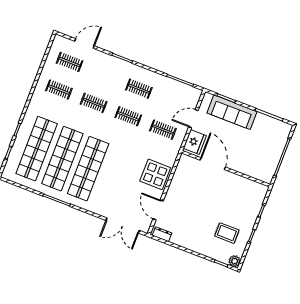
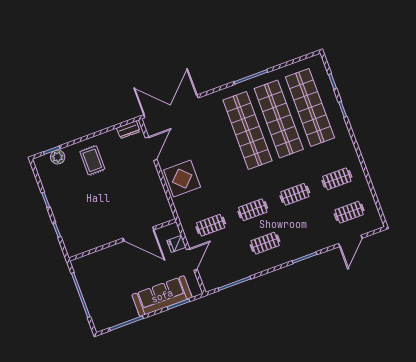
fridge: (195, 142) -> (176, 244), width x0.53, depth x0.75
door: (158, 210) -> (151, 149), hinge flipped
double door: (123, 225) -> (171, 106), width x1.36
rug: (227, 233) -> (92, 160), moved, turned 90
plant: (235, 261) -> (58, 157), moved

